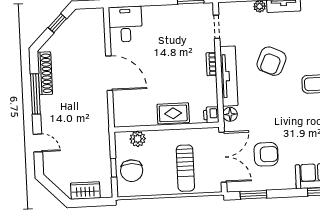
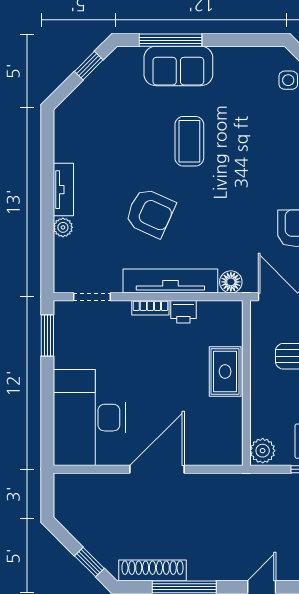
window: (57, 23) -> (89, 562), moved
desk: (125, 24) -> (89, 418), width x1.87, depth x1.30
printer: (211, 115) -> (183, 312), moved
plant: (138, 139) -> (263, 451), moved

